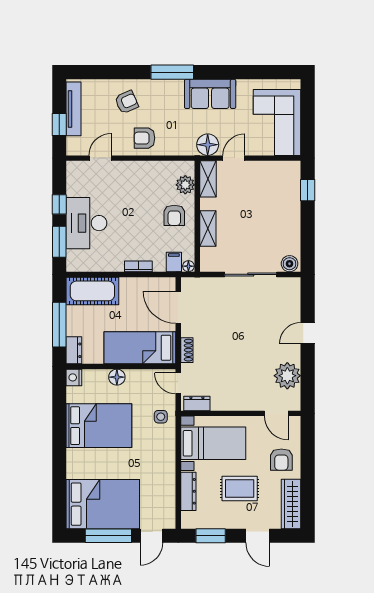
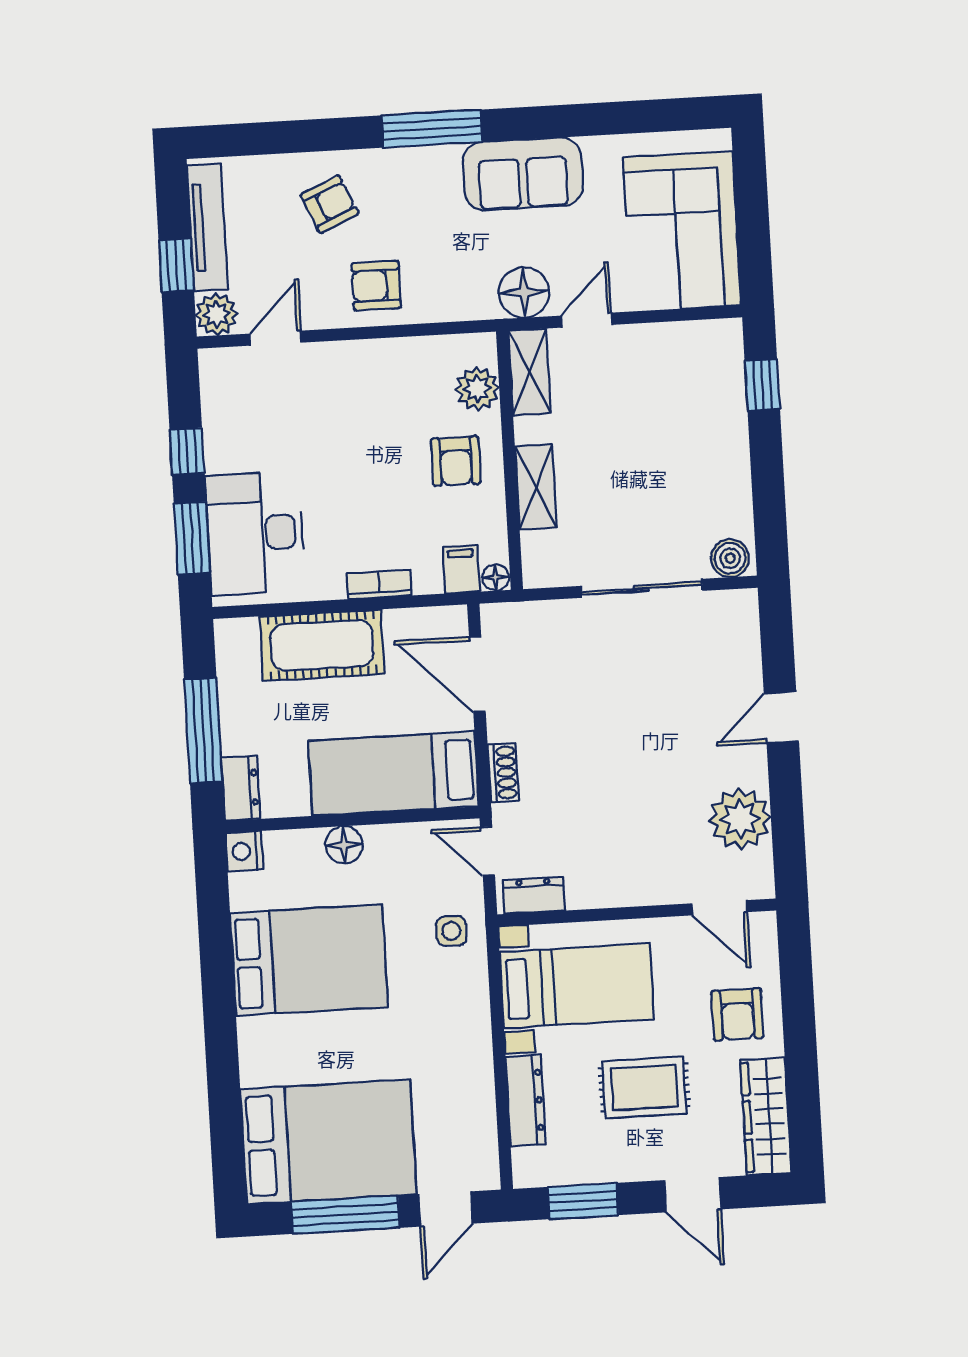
plant: (75, 146) -> (216, 314), added
desk: (86, 223) -> (255, 533), moved
cot: (92, 291) -> (322, 645), moved

